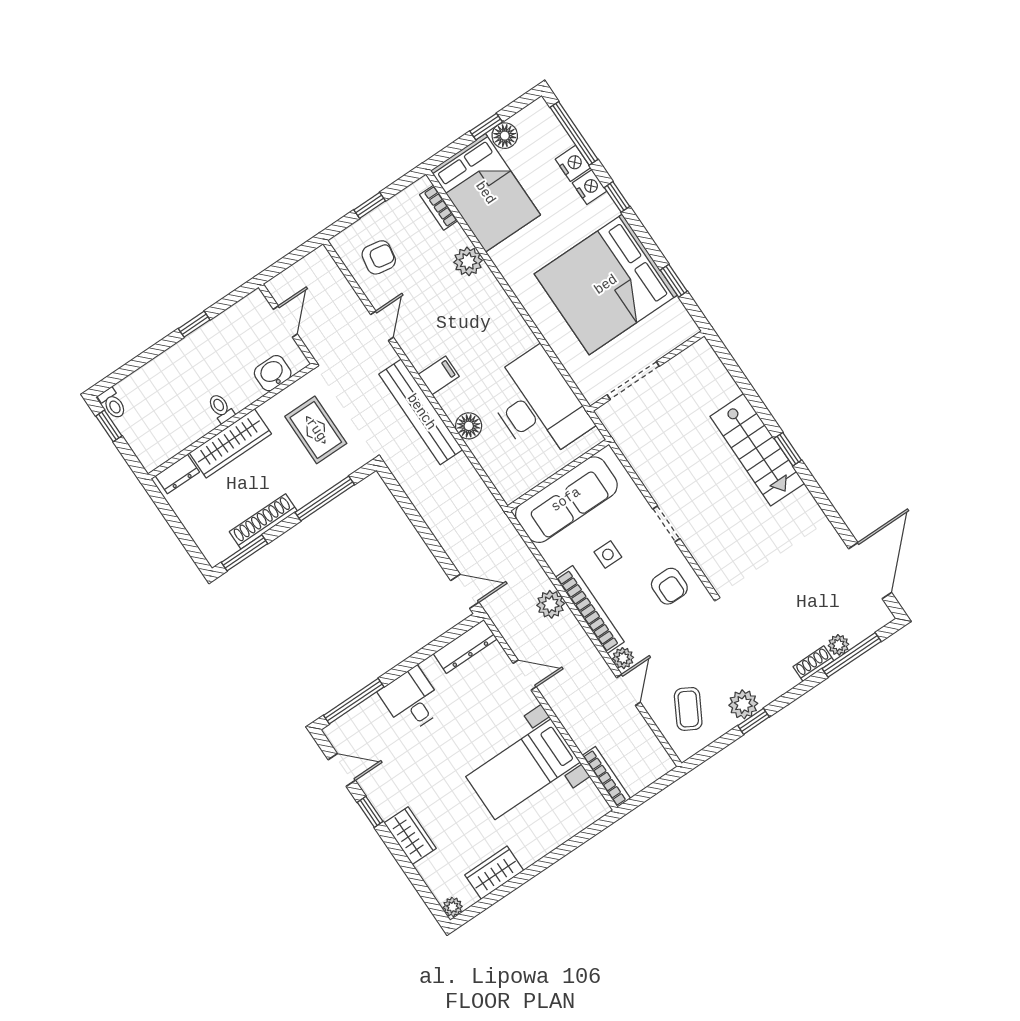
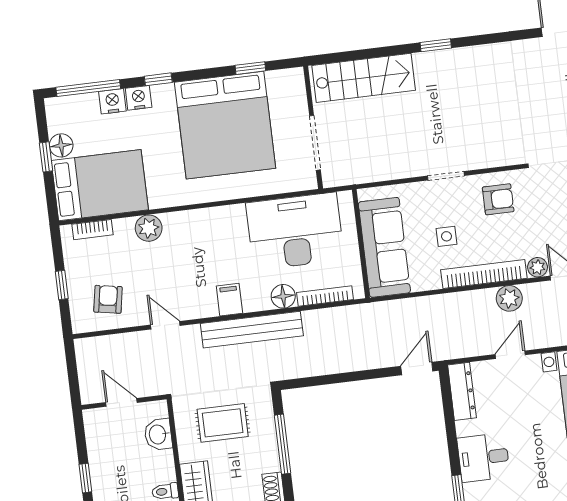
stairs: (757, 450) -> (364, 78), moved
bookcase: (490, 466) -> (325, 296), added
plant: (551, 604) -> (509, 298), moved

